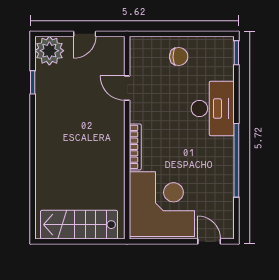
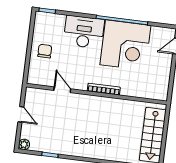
plant: (49, 51) -> (24, 144), width x0.53, depth x0.53
door: (127, 88) -> (62, 90), swing flipped
corner desk: (162, 204) -> (125, 45), moved, turned 180

